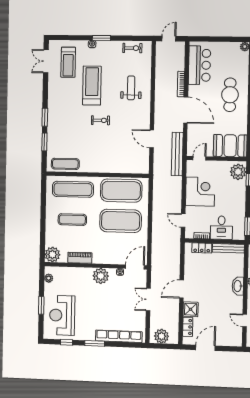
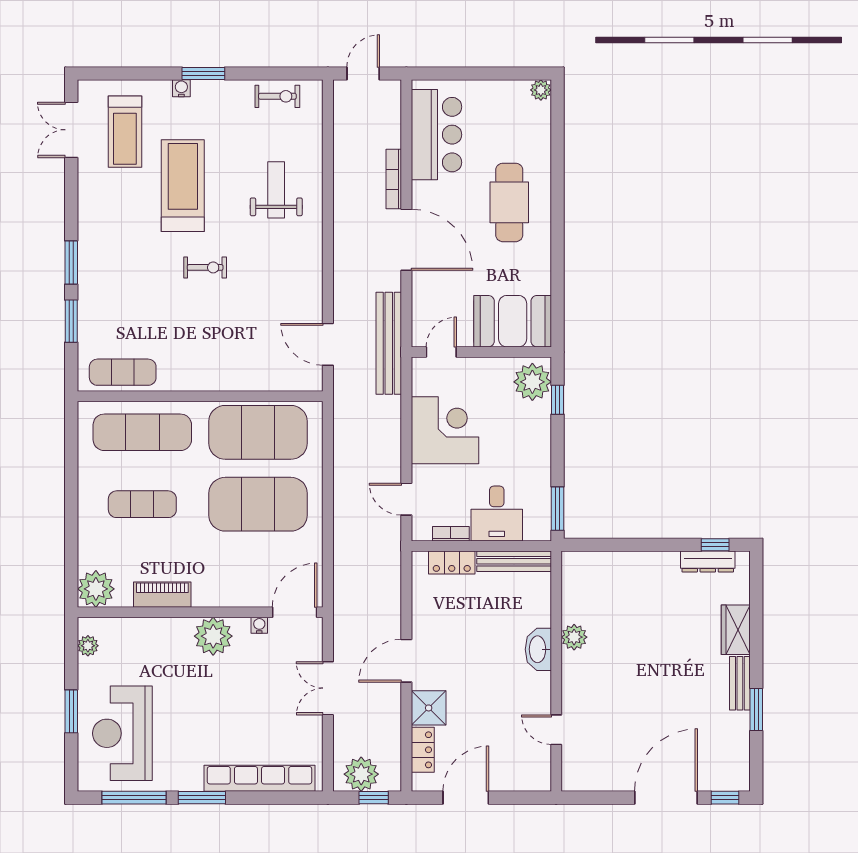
door: (152, 139) -> (328, 344), moved
window: (66, 342) -> (134, 798), width x2.17
window: (166, 346) -> (374, 798), added

